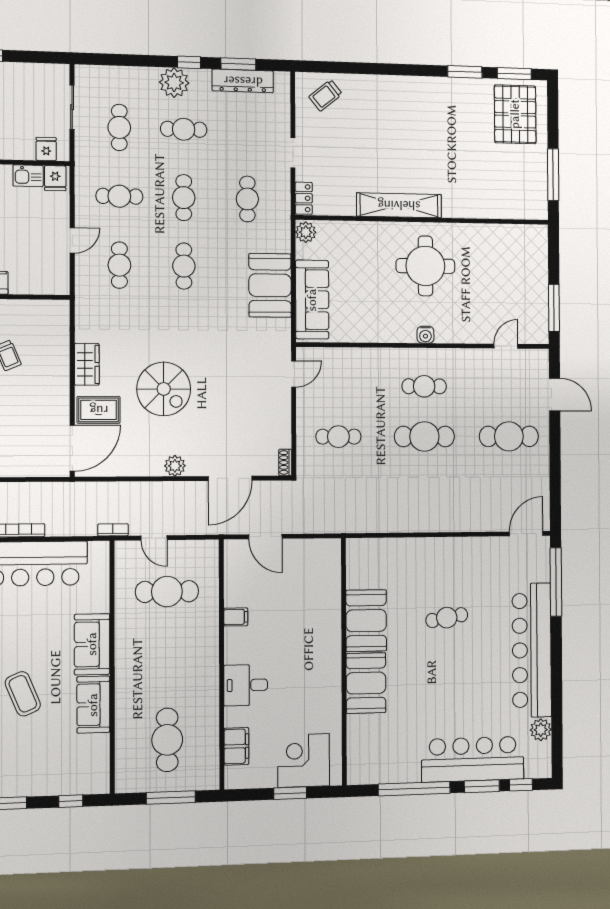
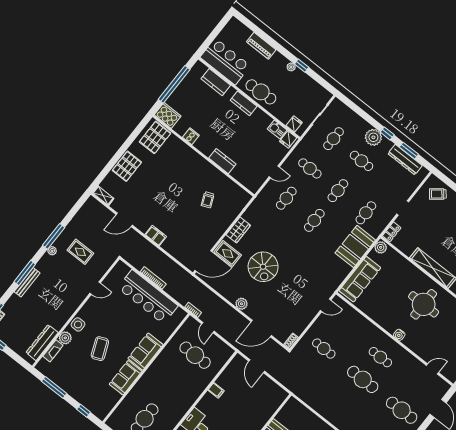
booth: (270, 285) -> (355, 247), moved

